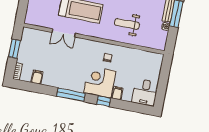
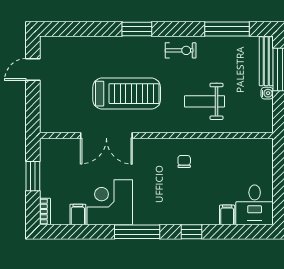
double door: (64, 33) -> (106, 135), width x1.37
corner desk: (100, 82) -> (110, 202), moved
filing cabinet: (117, 93) -> (227, 215), moved

